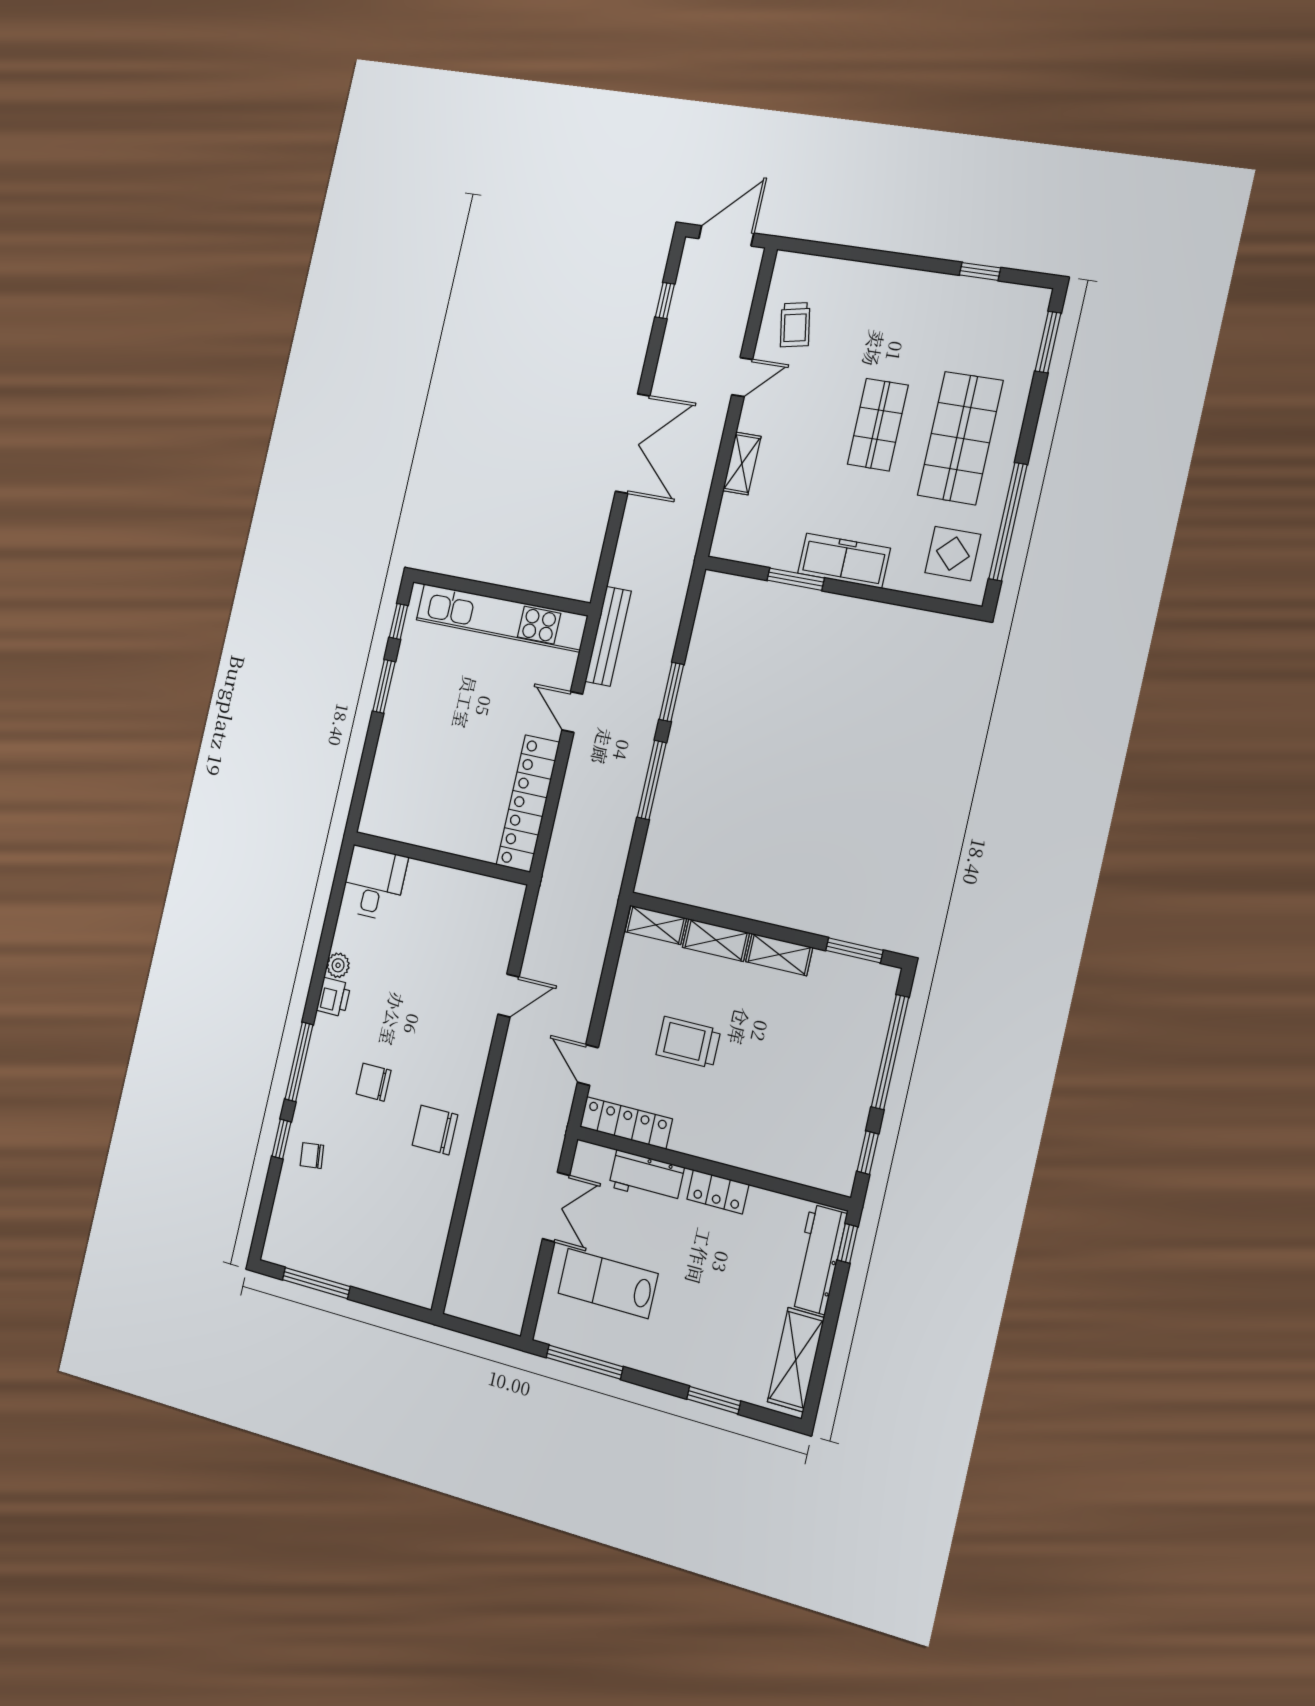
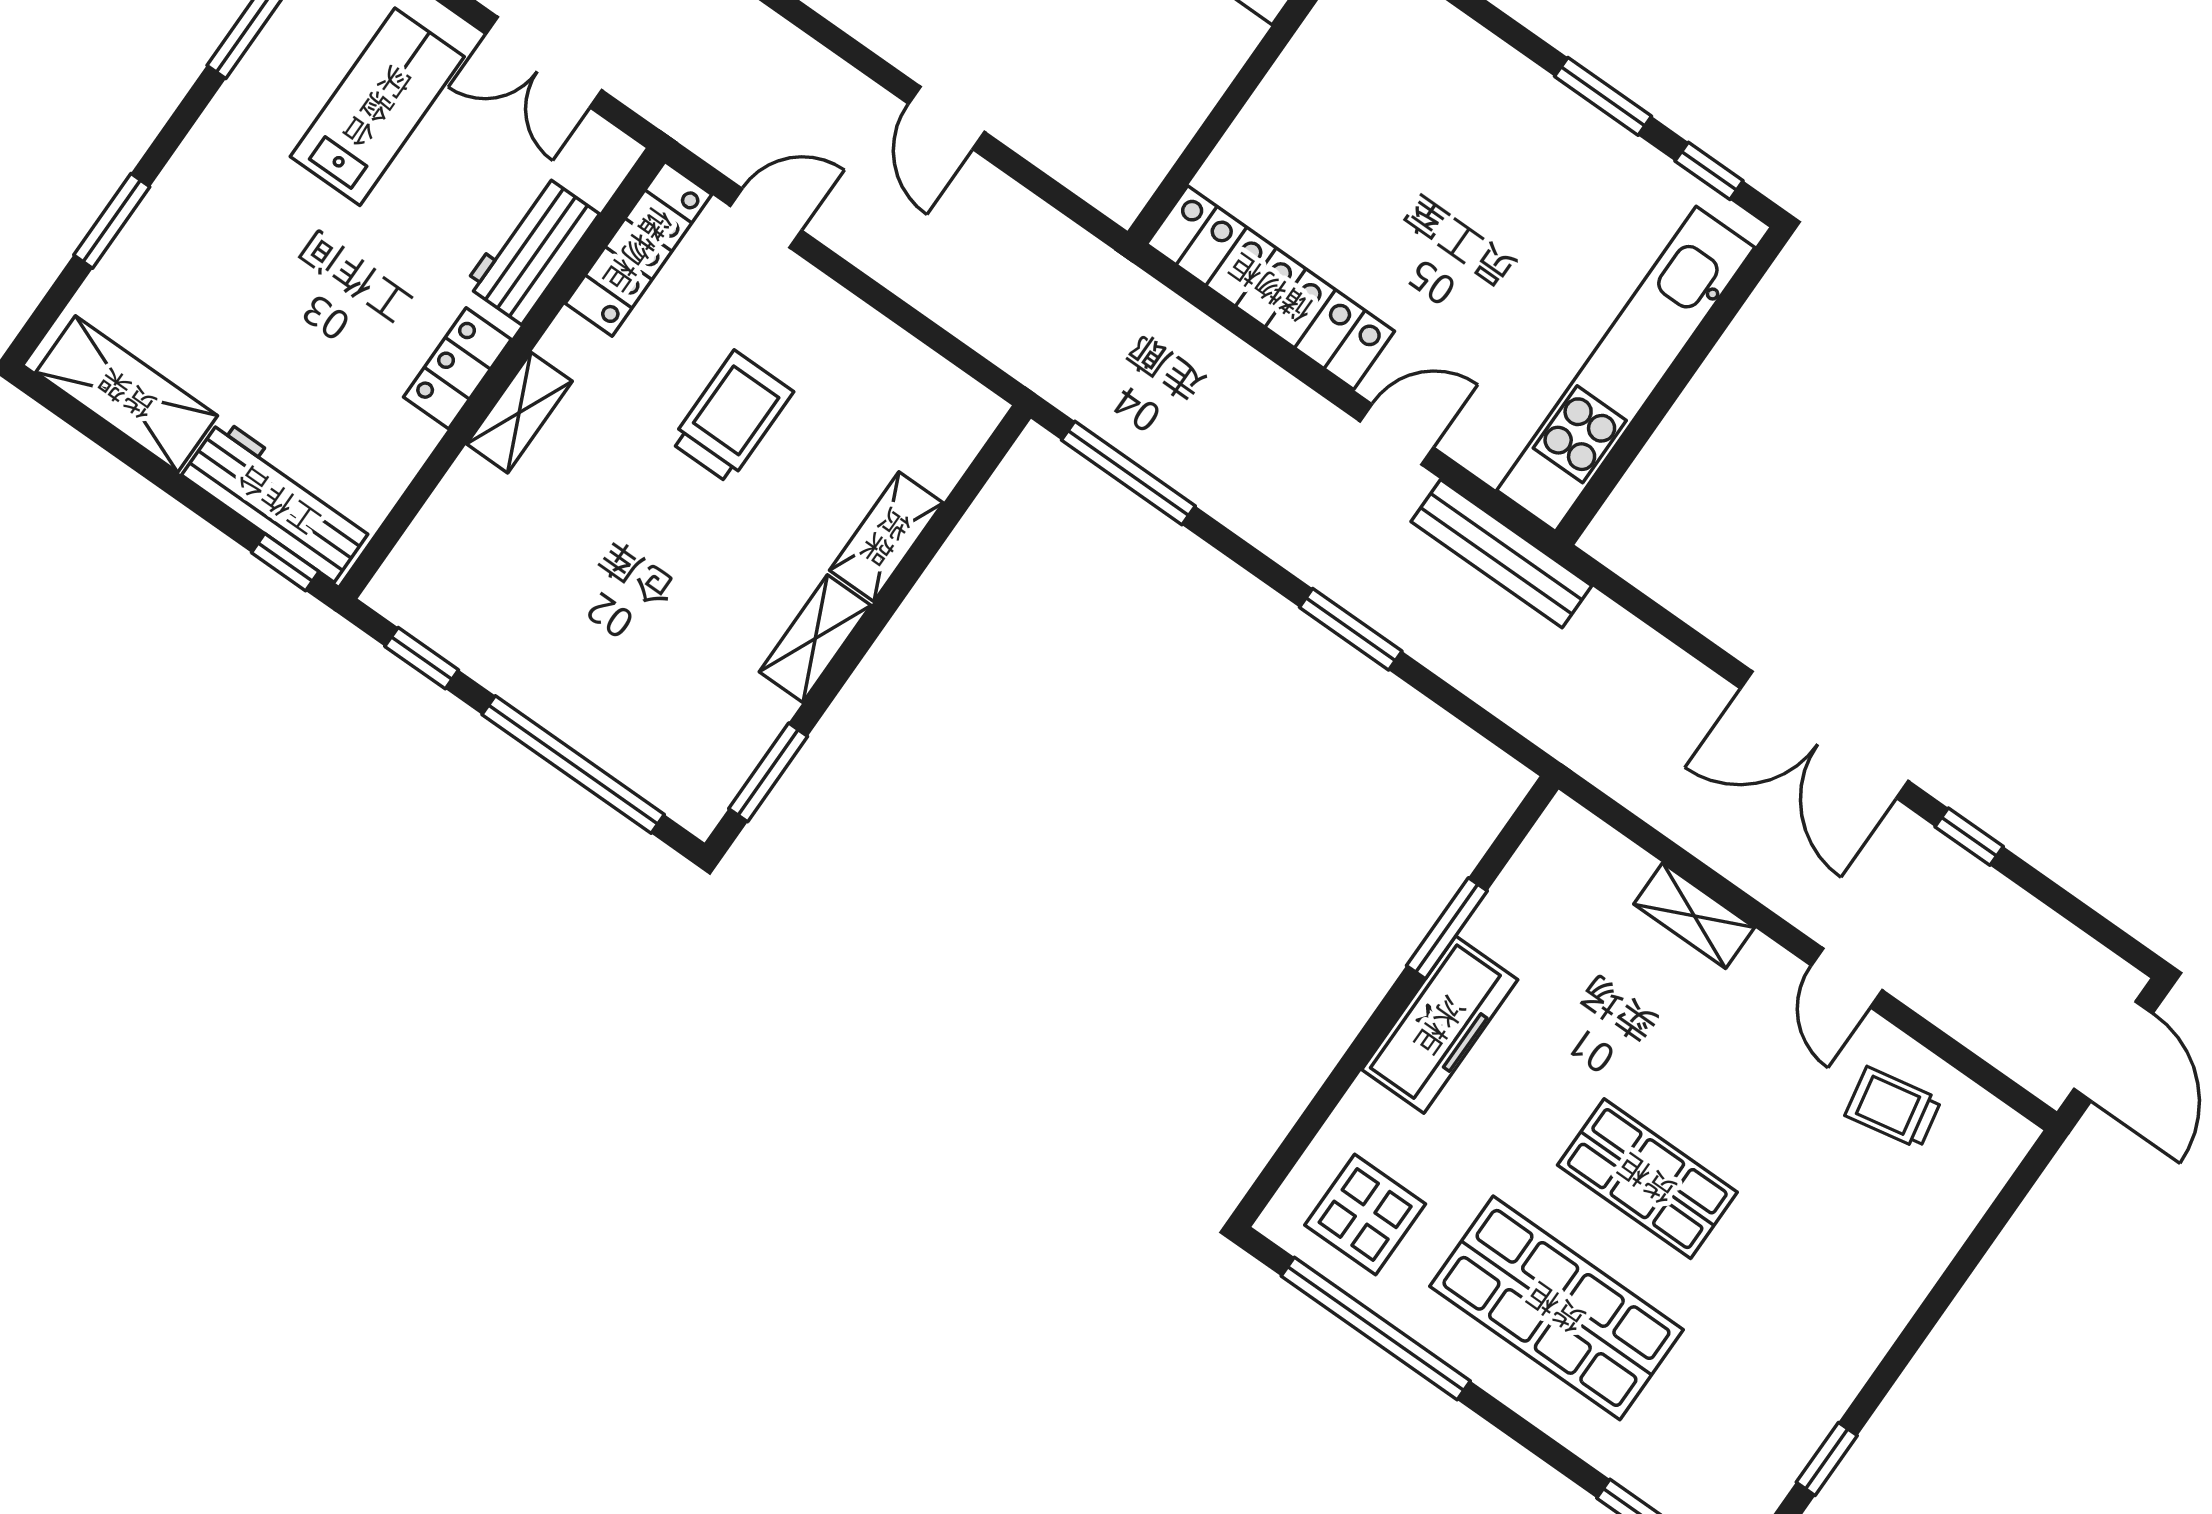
window: (665, 301) -> (1969, 837), moved
window: (652, 780) -> (1128, 473), moved
shelving: (656, 925) -> (519, 413), moved

